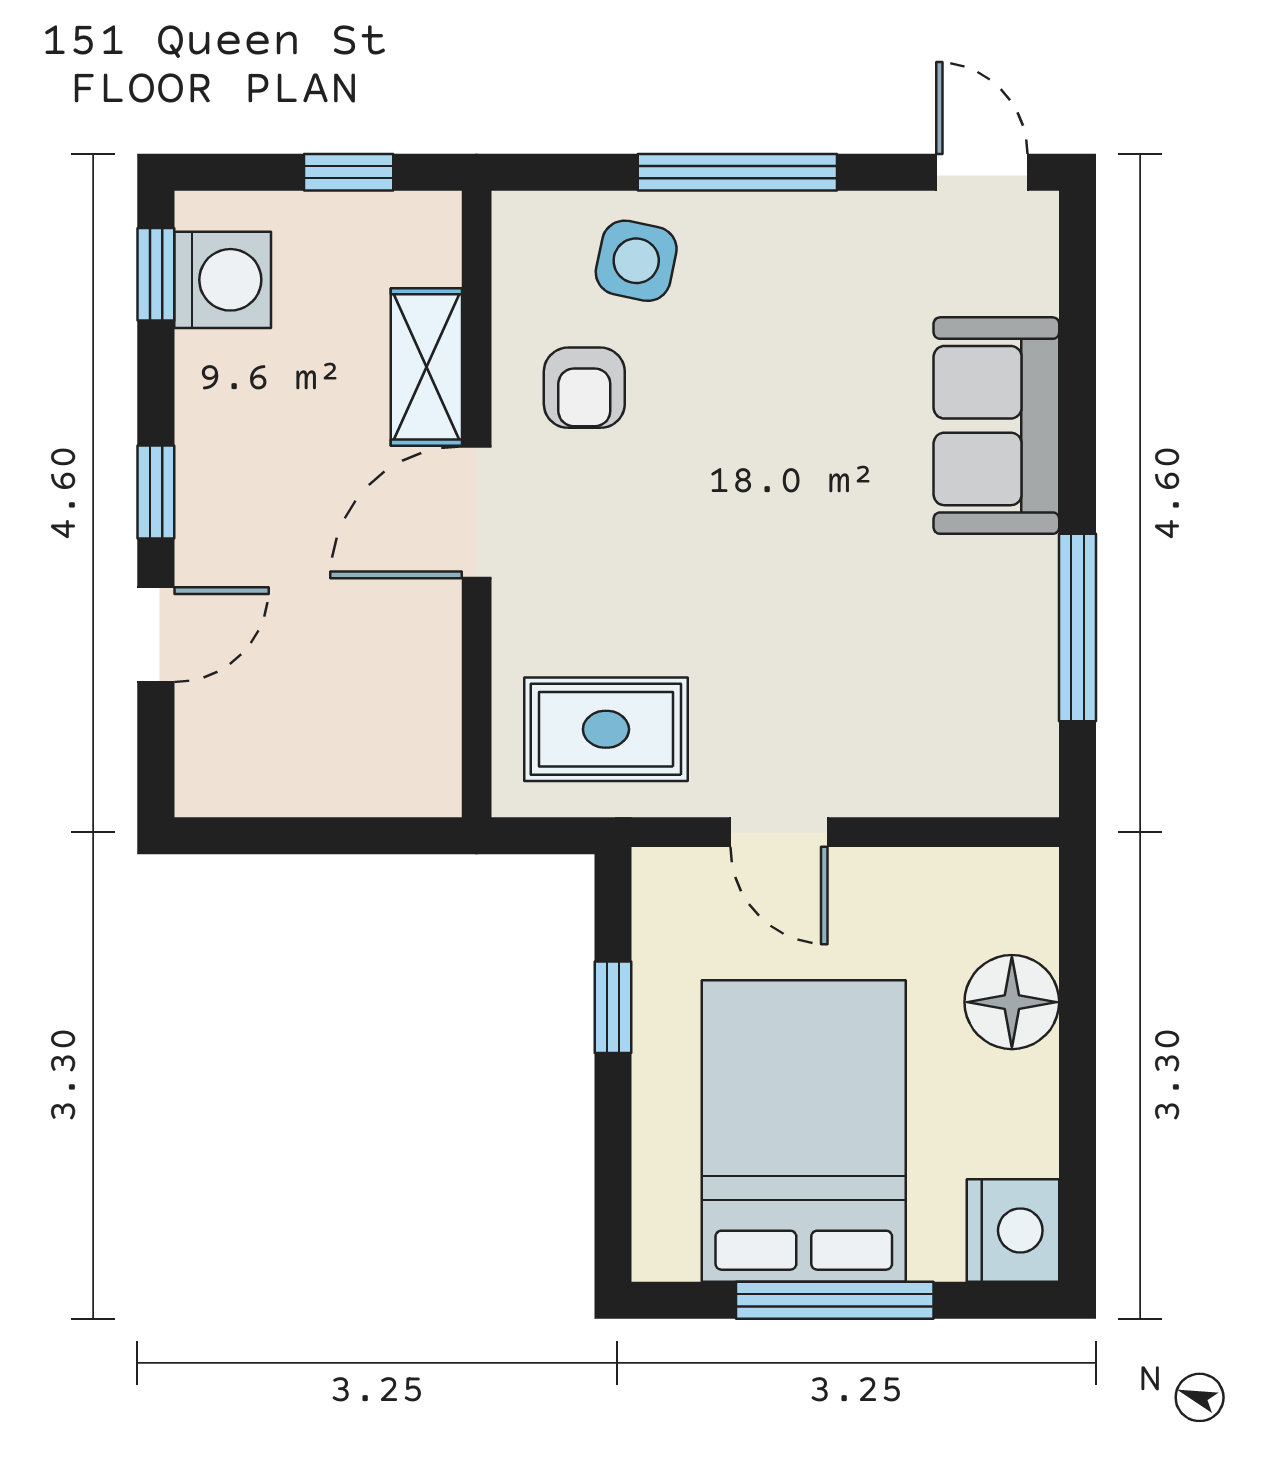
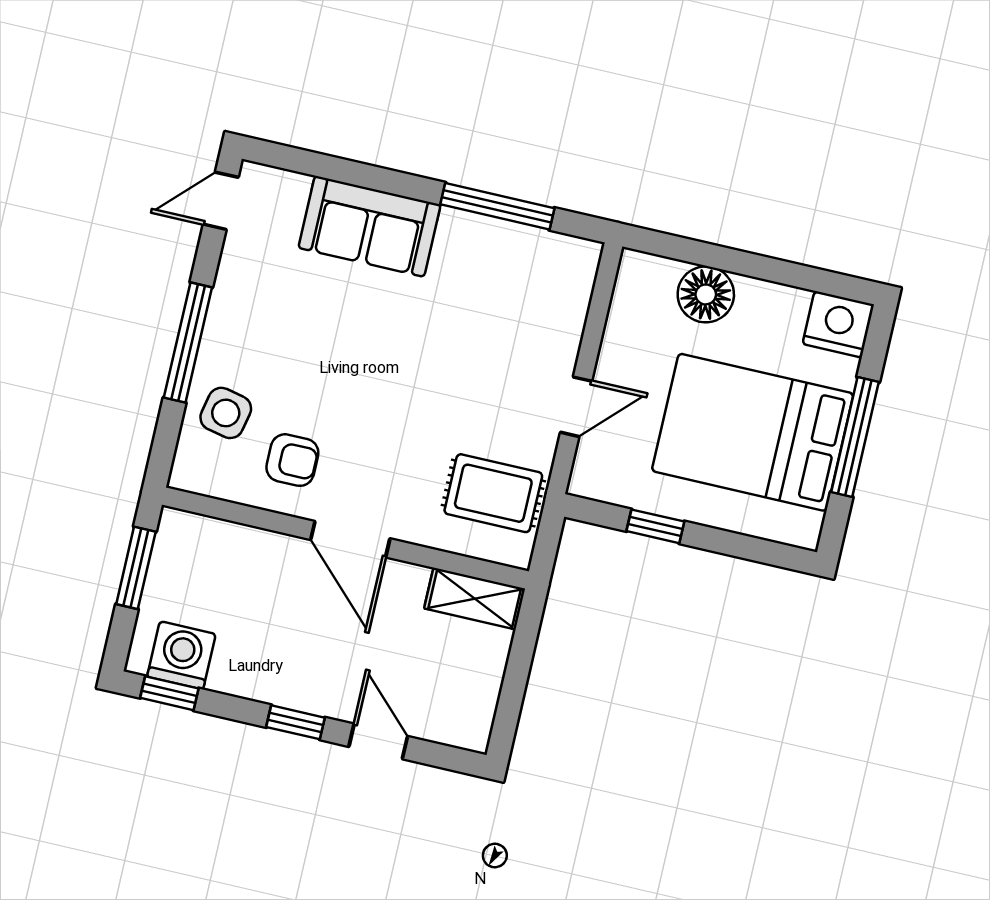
window: (349, 172) -> (136, 568), width x1.50
shelving: (426, 367) -> (475, 599), moved
rug: (606, 729) -> (493, 493), turned 90

